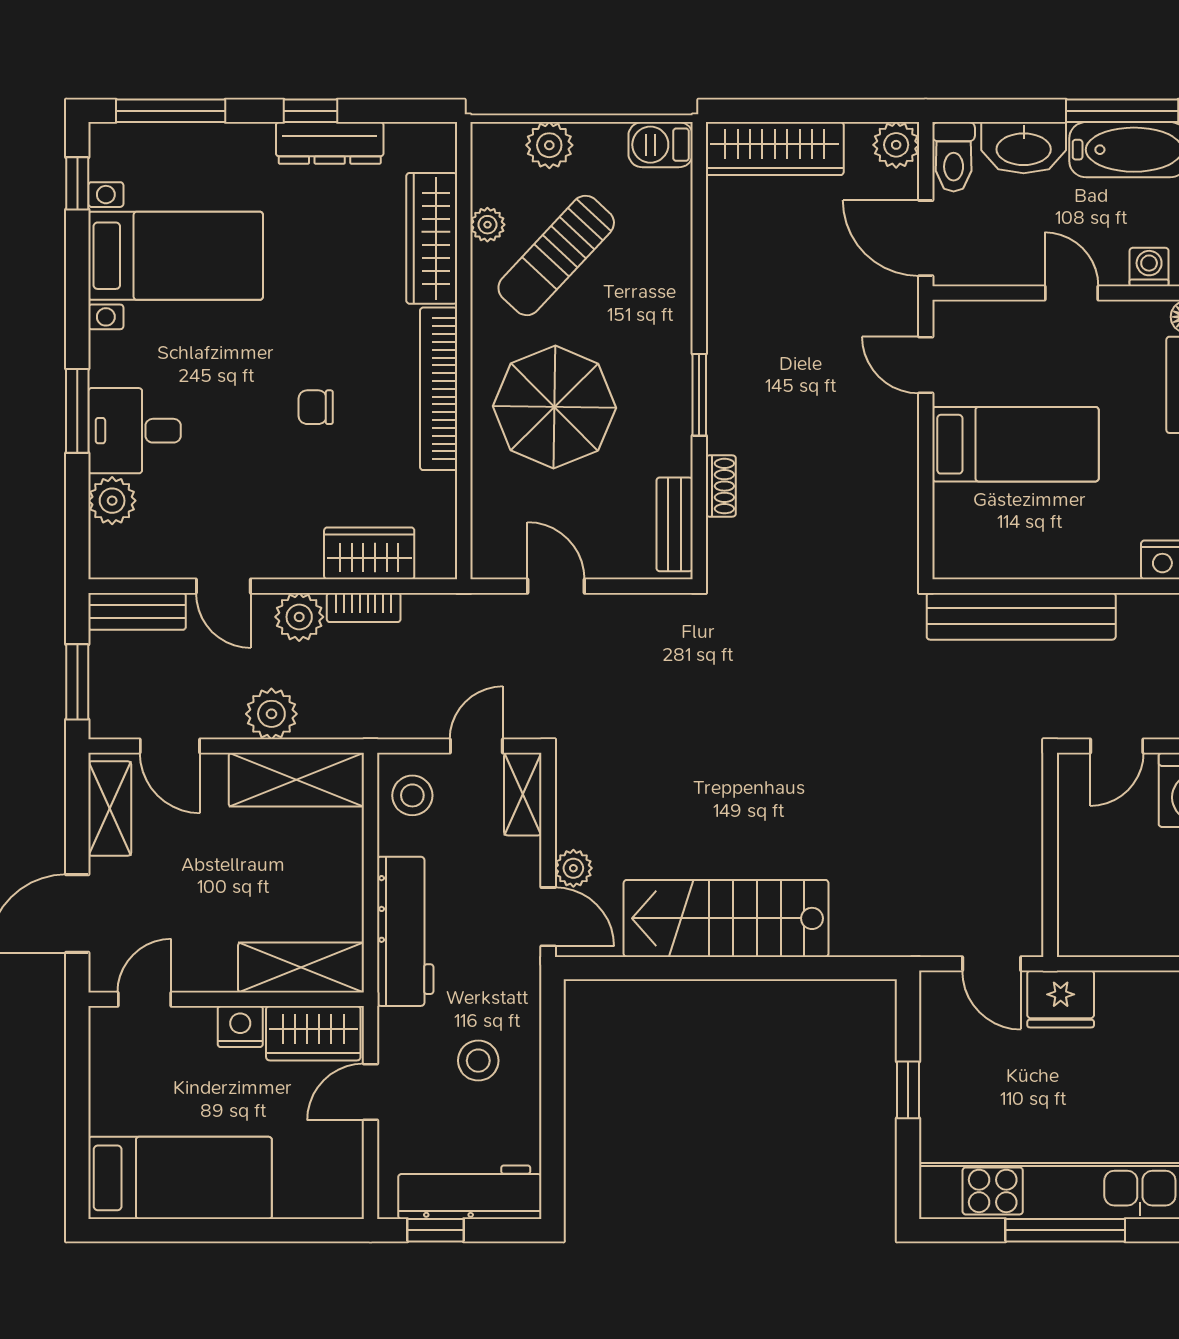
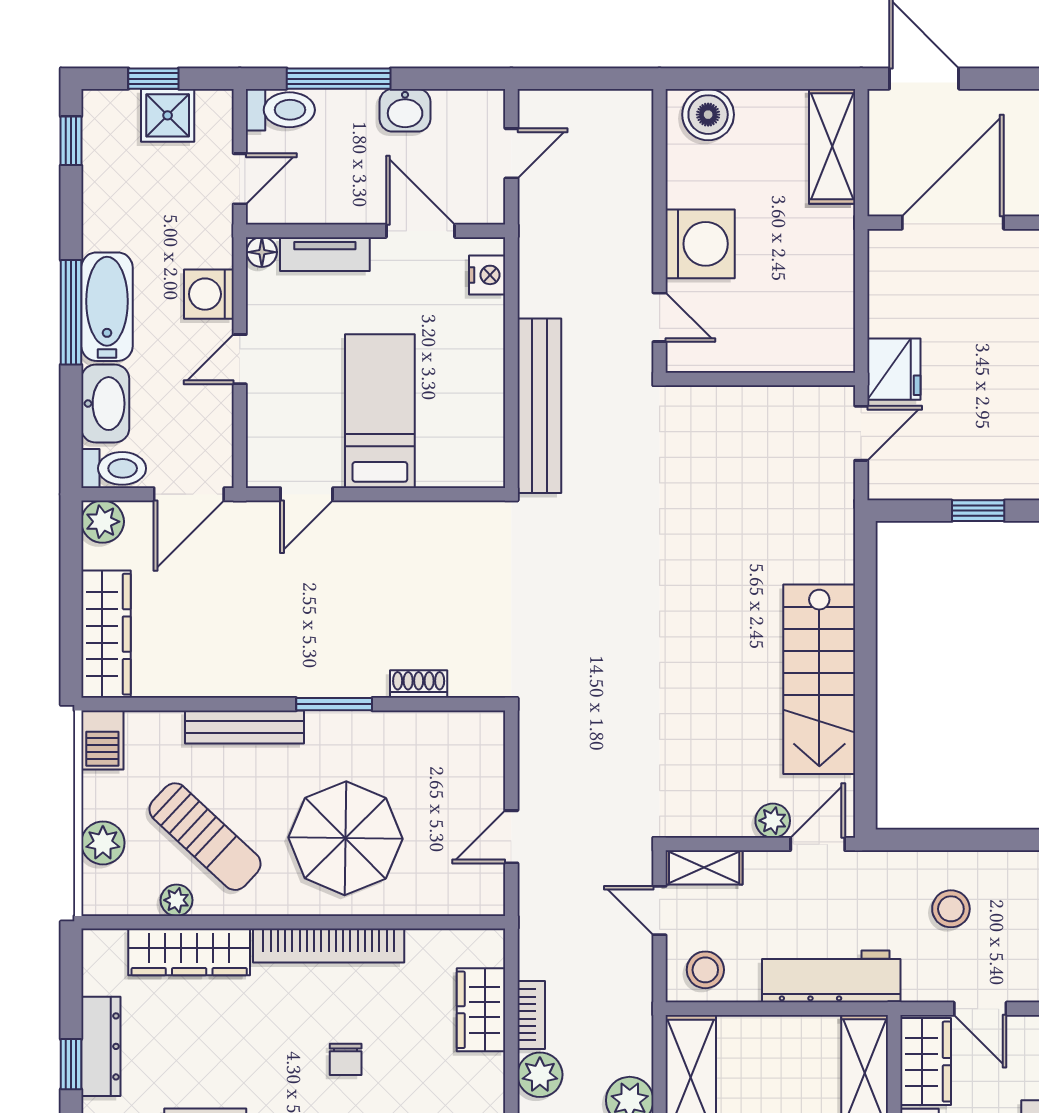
washing machine: (1149, 267) -> (209, 294), width x1.38, depth x1.38
bench: (675, 524) -> (245, 727), moved, width x1.36

